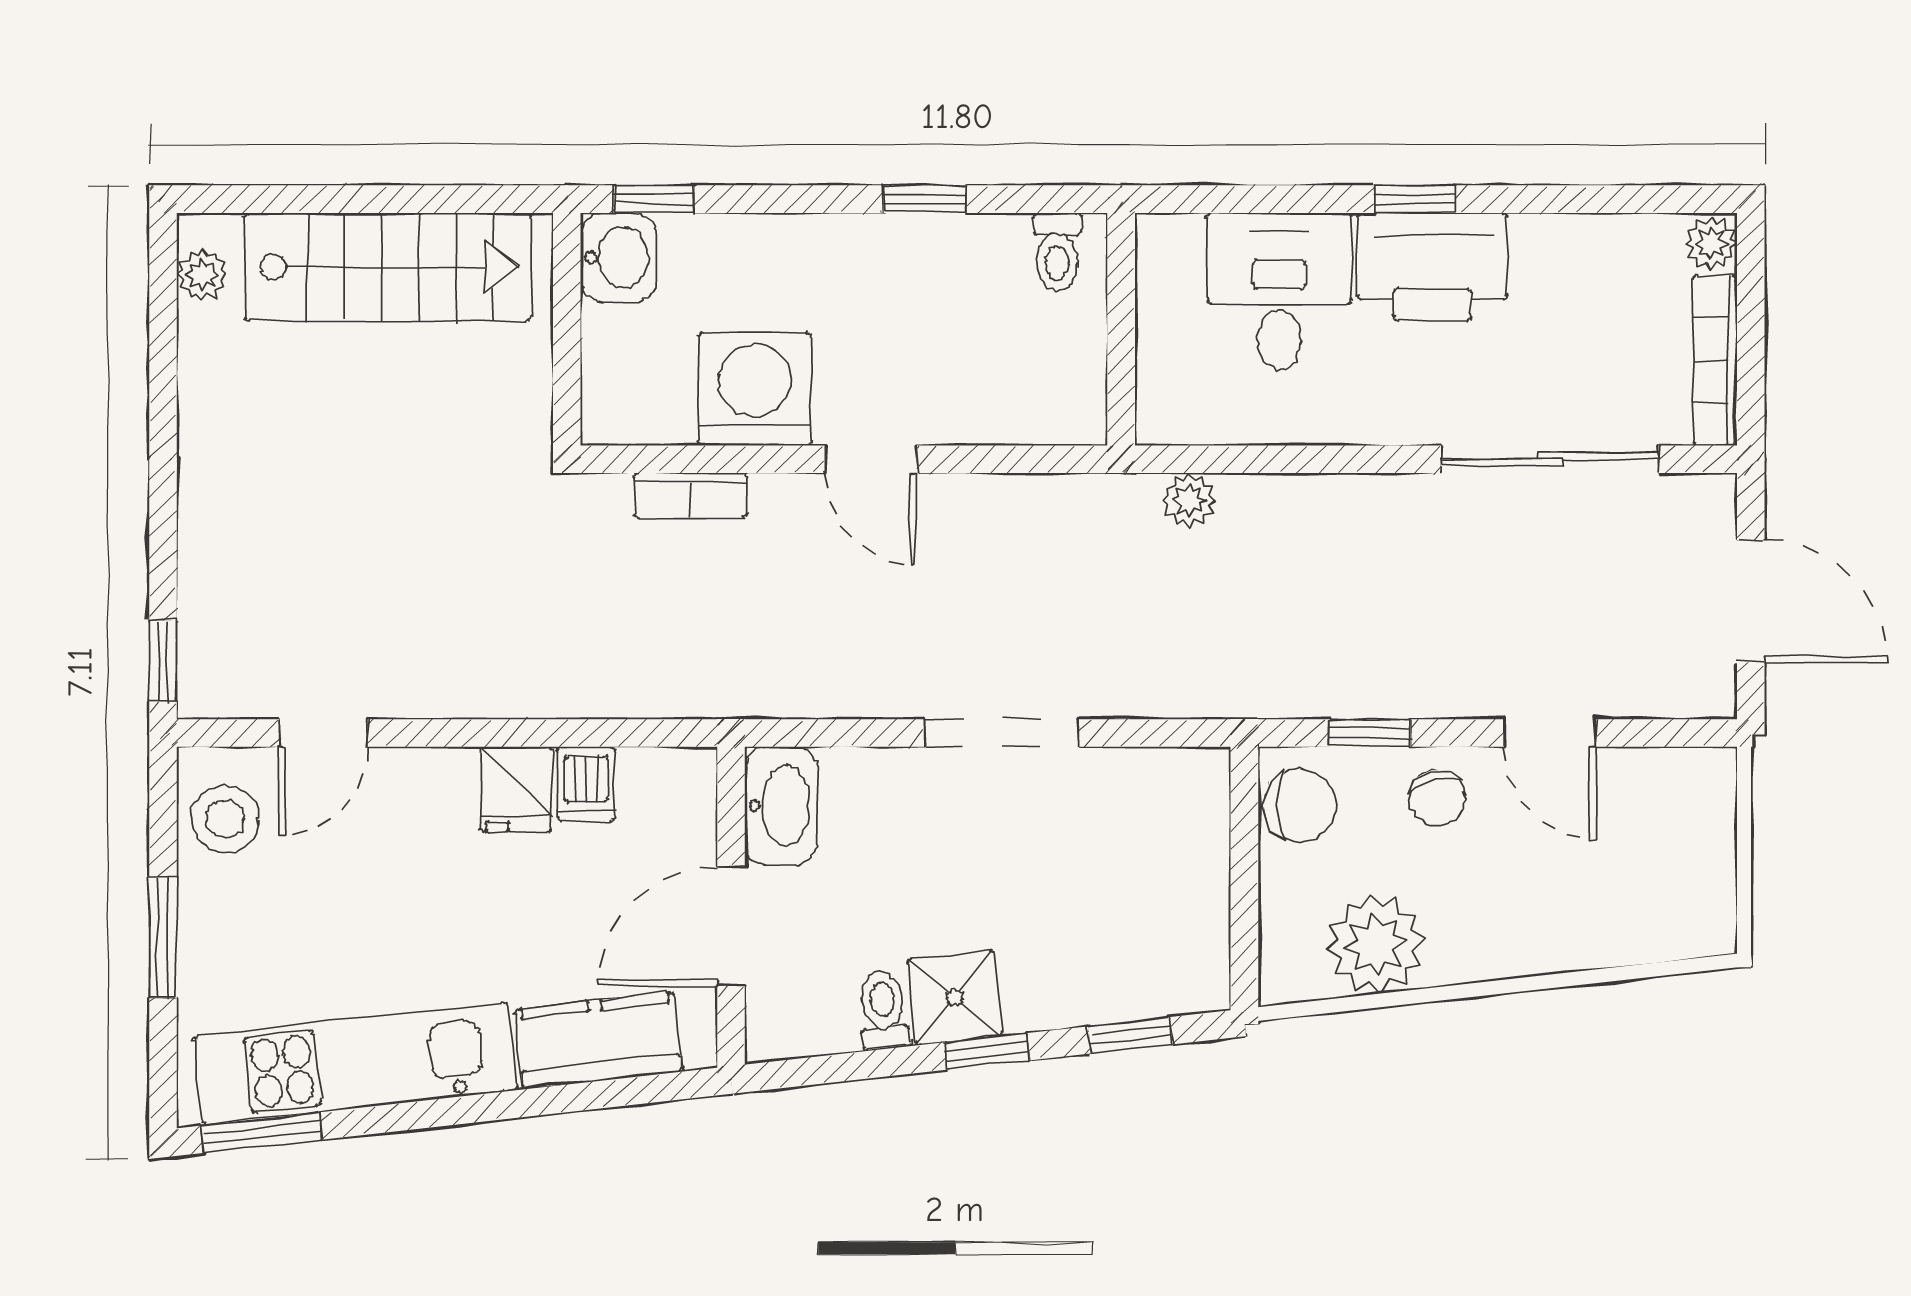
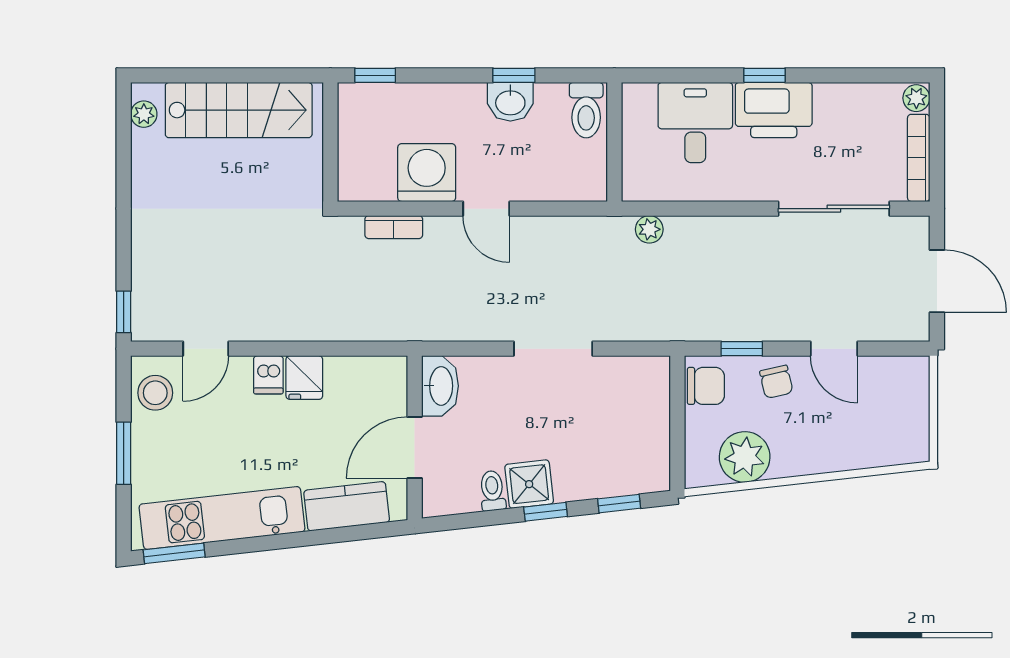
toilet: (1057, 252) -> (586, 110), width x1.37, depth x1.39
washbasin: (618, 258) -> (510, 102), moved, turned 90
dishwasher: (586, 784) -> (268, 375), moved

